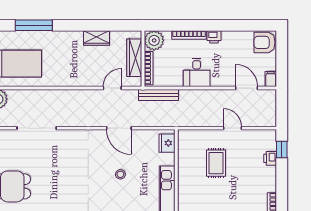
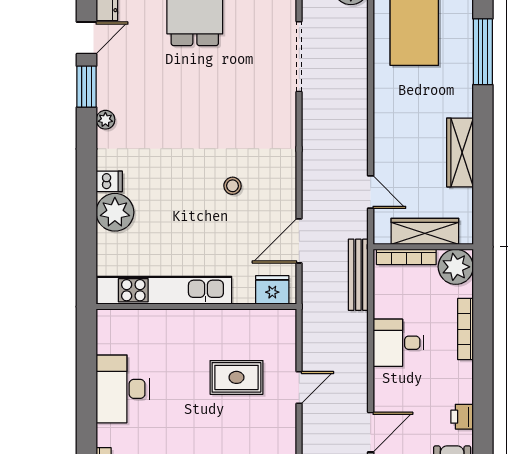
printer: (214, 37) -> (462, 417), moved
wardrobe: (97, 38) -> (460, 152), width x1.50
door: (119, 128) -> (299, 241), moved
door: (233, 128) -> (299, 388), moved
stool: (120, 174) -> (232, 186), moved

